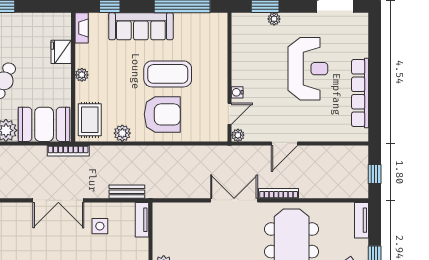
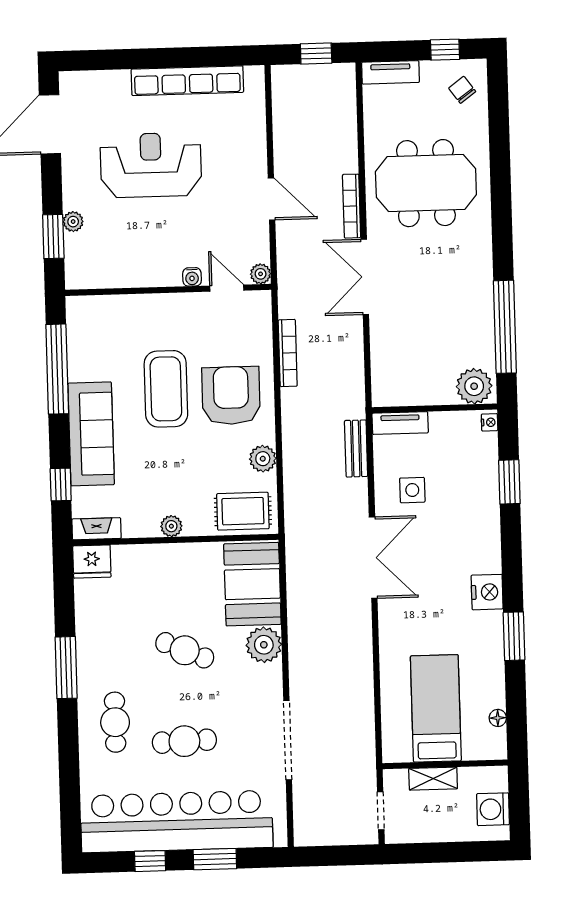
fridge: (61, 52) -> (92, 562), moved
bookcase: (68, 151) -> (288, 353), moved

